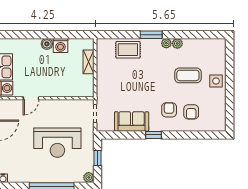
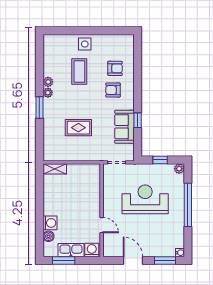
boiler: (47, 44) -> (48, 236), moved
washing machine: (60, 45) -> (50, 223), moved
rug: (128, 50) -> (78, 128), moved, turned 90
shelving: (89, 62) -> (55, 169), moved
window: (153, 135) -> (138, 120), moved
reception desk: (57, 143) -> (145, 199), turned -90

